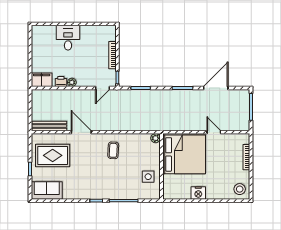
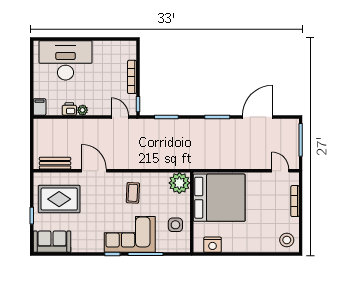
desk: (68, 38) -> (65, 60), width x1.87, depth x1.30
filing cabinet: (42, 80) -> (40, 107), width x0.50
door: (102, 88) -> (120, 117), swing flipped
bench: (49, 126) -> (55, 163), width x0.73
door: (214, 132) -> (280, 171), moved
plant: (156, 138) -> (179, 183), width x1.87, depth x1.87
corner sofa: (111, 184) -> (130, 234), added
nightstand: (198, 193) -> (213, 245), moved

